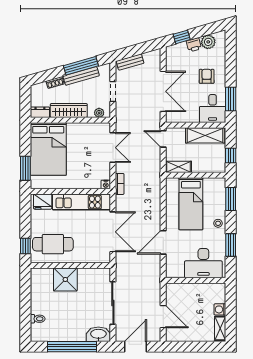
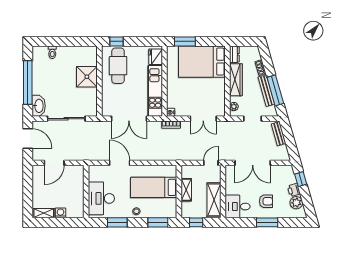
window: (231, 99) -> (267, 222), moved
shelving: (178, 167) -> (186, 190), moved

